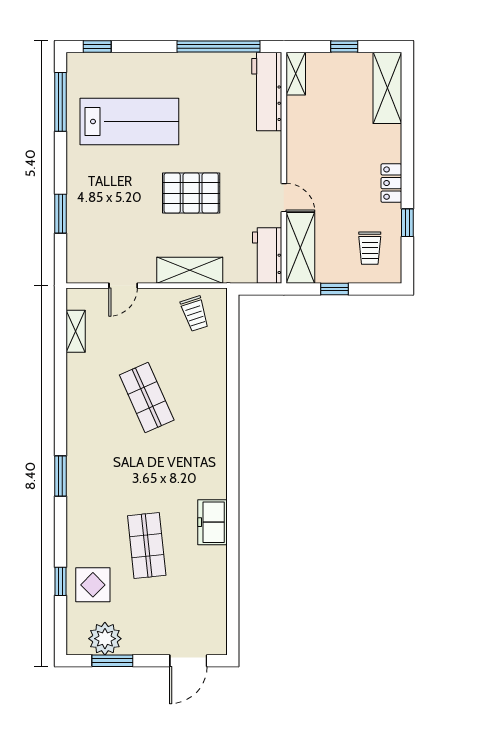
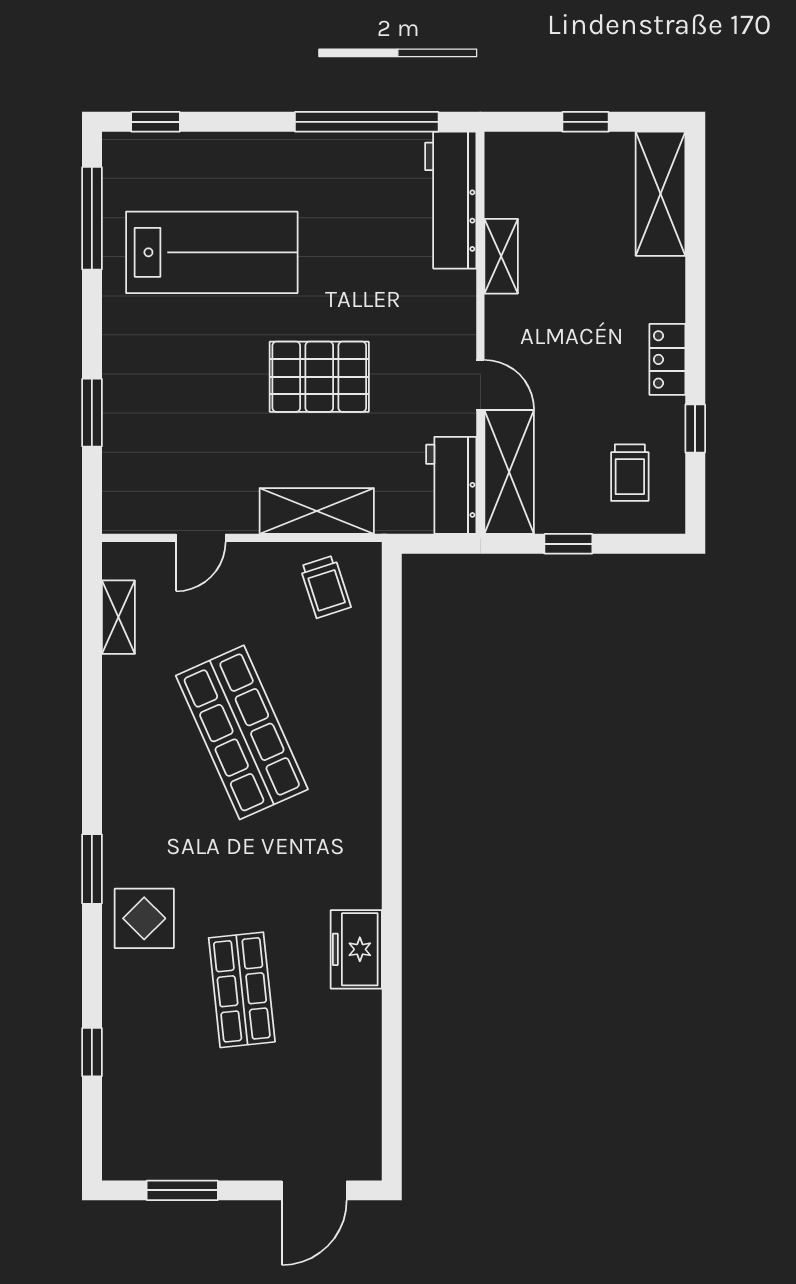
shelving: (296, 74) -> (501, 256), moved
shop shelf: (147, 398) -> (242, 732), width x1.43, depth x1.36
display table: (93, 585) -> (144, 918), moved
plant: (105, 639) -> (169, 1152), removed

